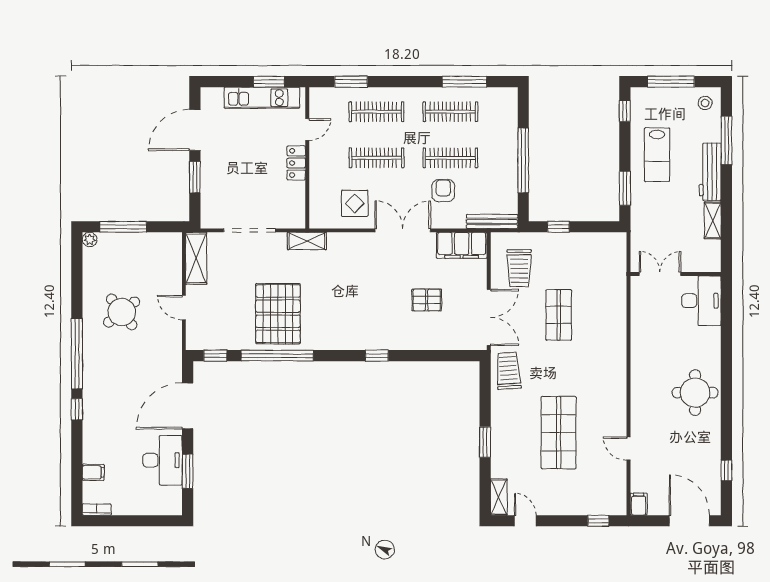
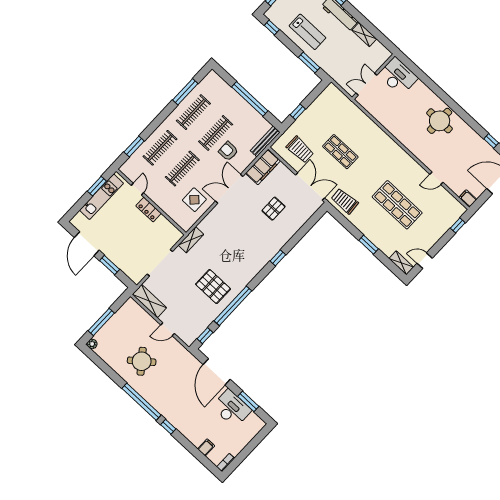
pallet: (278, 314) -> (213, 287), width x0.73, depth x0.71

